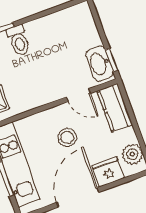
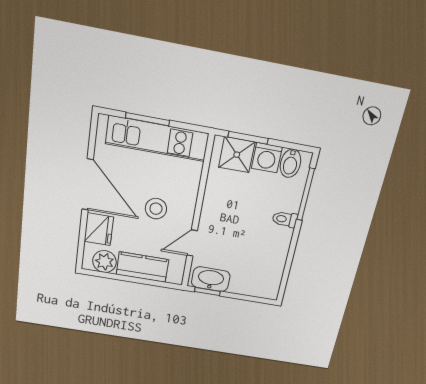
toilet: (19, 40) -> (285, 219), width x0.73, depth x0.72
kitchen counter: (115, 108) -> (142, 267), moved

